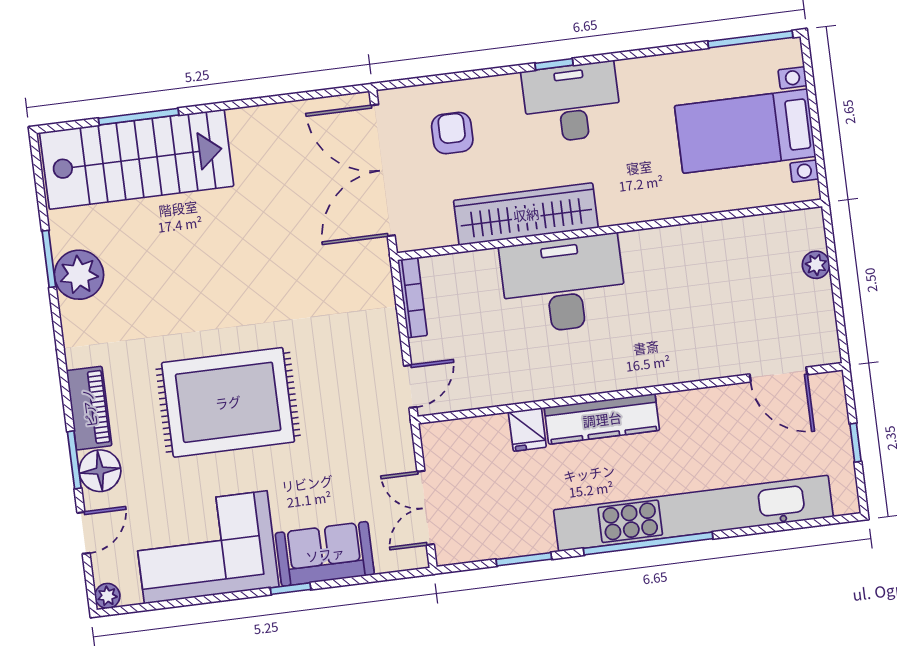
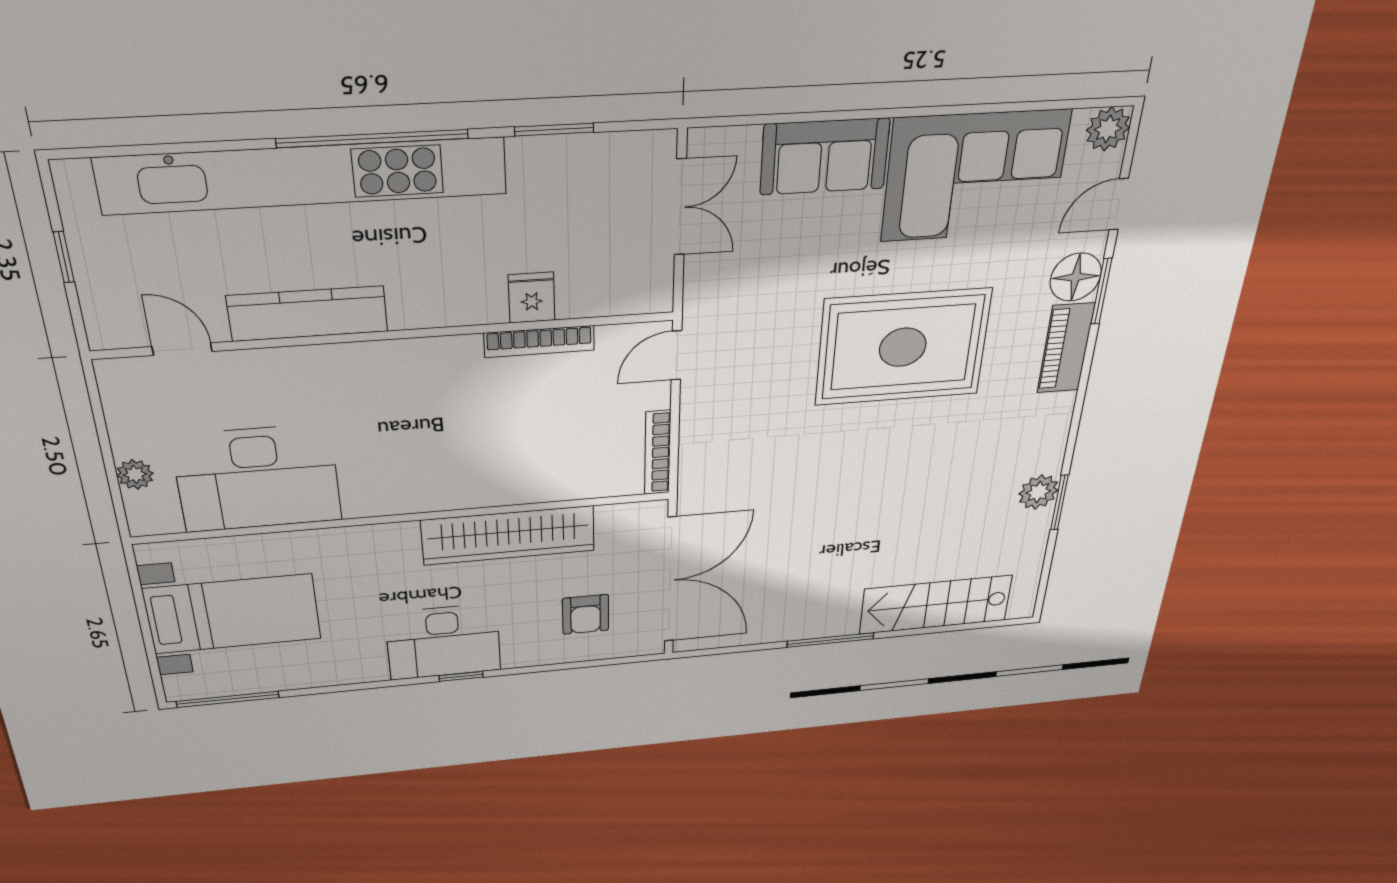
window: (139, 117) -> (830, 640), moved
stairs: (137, 159) -> (936, 605), width x0.73, depth x0.66
plant: (79, 275) -> (1038, 492), width x0.73, depth x0.73
desk: (563, 284) -> (258, 479), moved
door: (778, 374) -> (182, 349), width x0.73
bookcase: (518, 393) -> (539, 342), added
kitchen counter: (602, 419) -> (308, 314), moved
window: (291, 589) -> (880, 114), removed
plant: (107, 596) -> (1108, 129), width x1.38, depth x1.38

